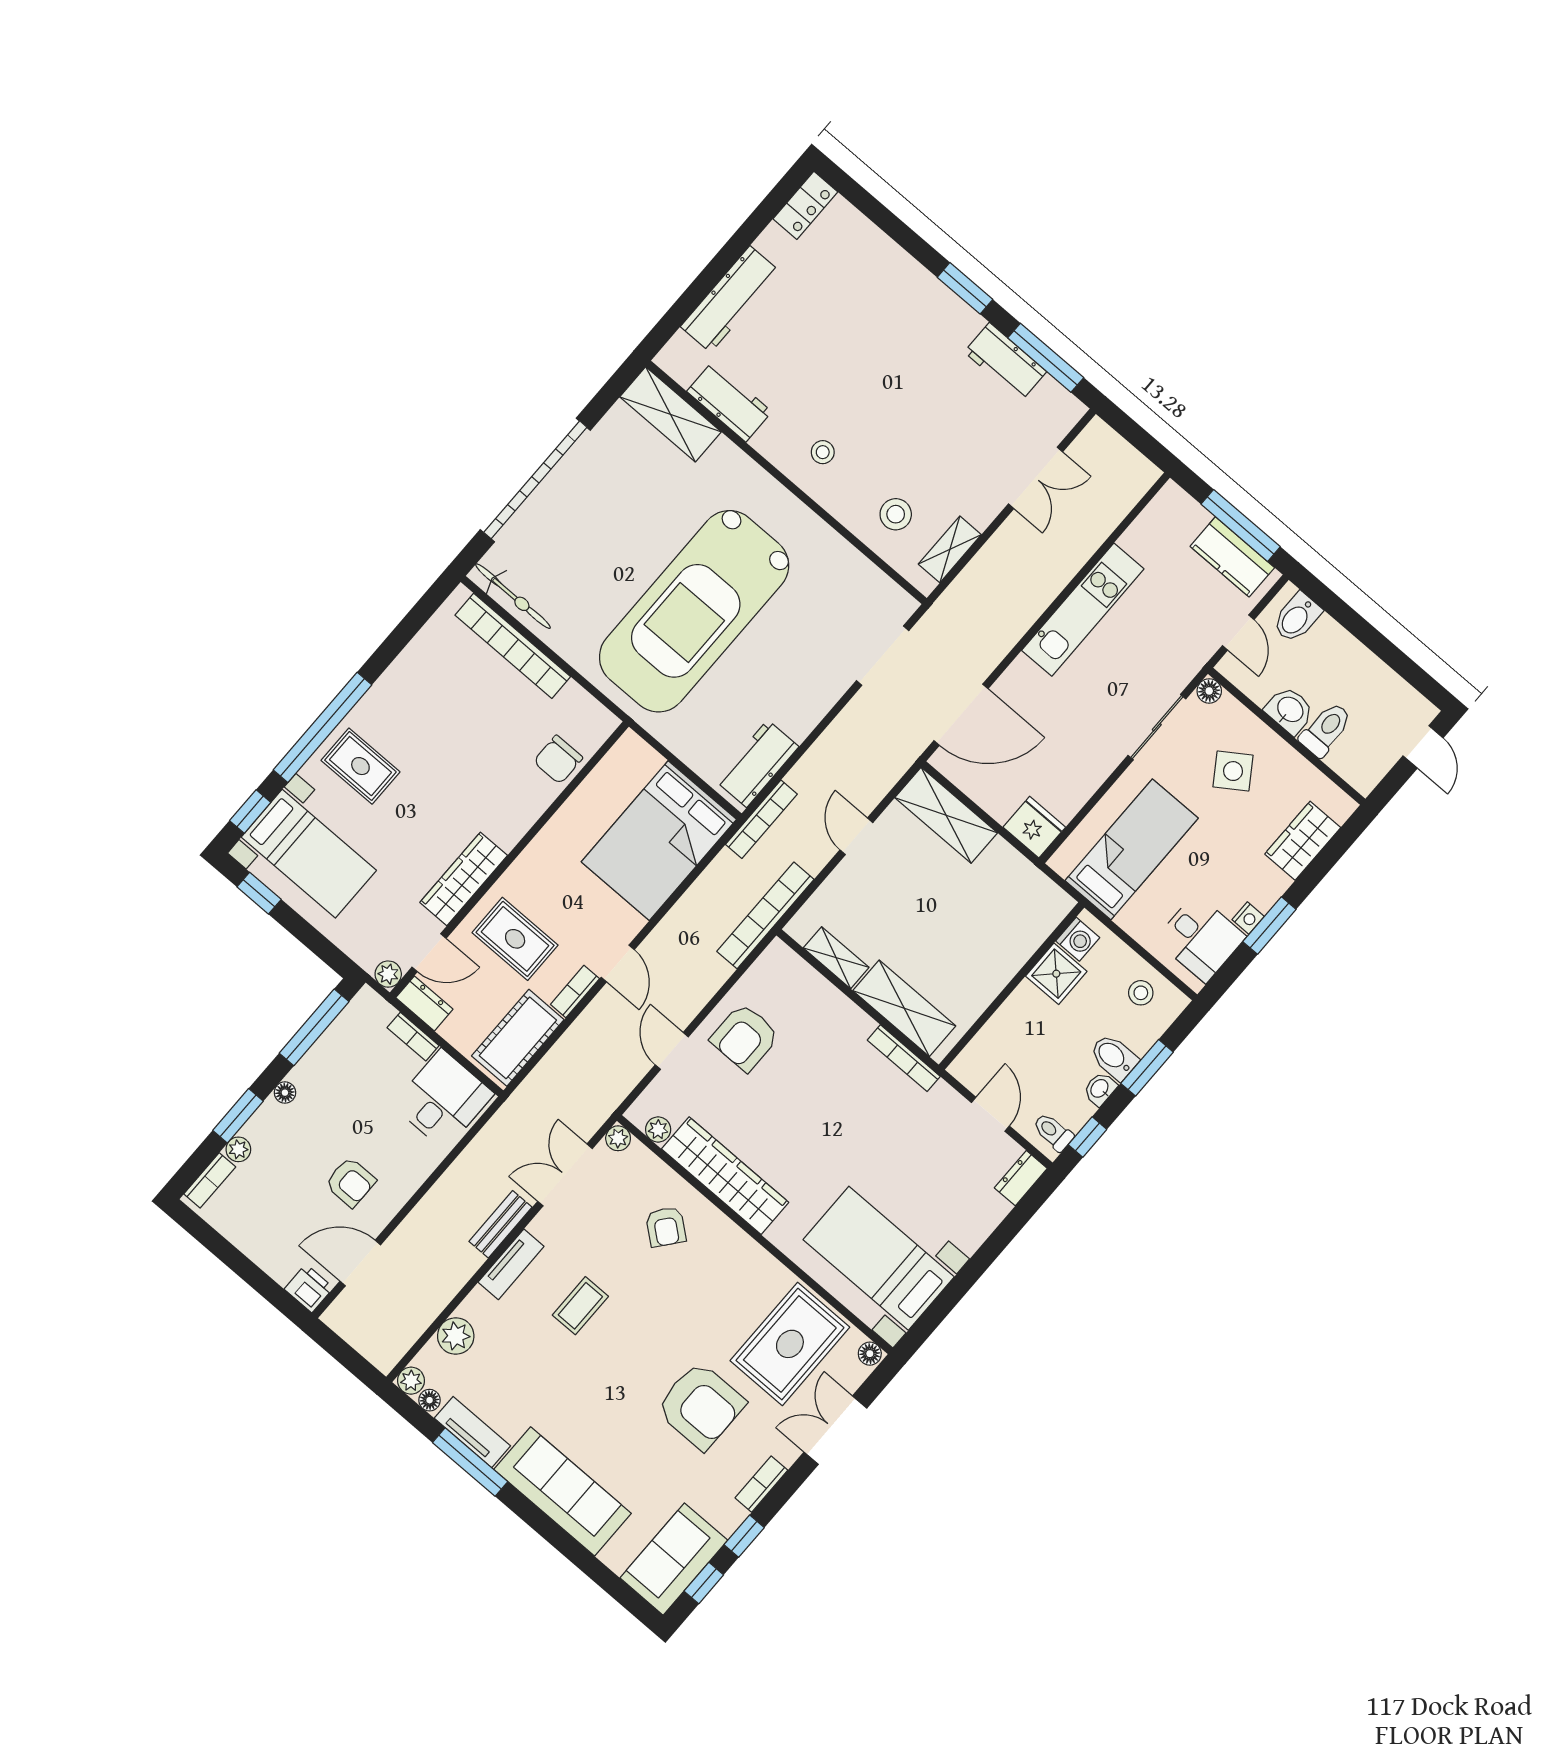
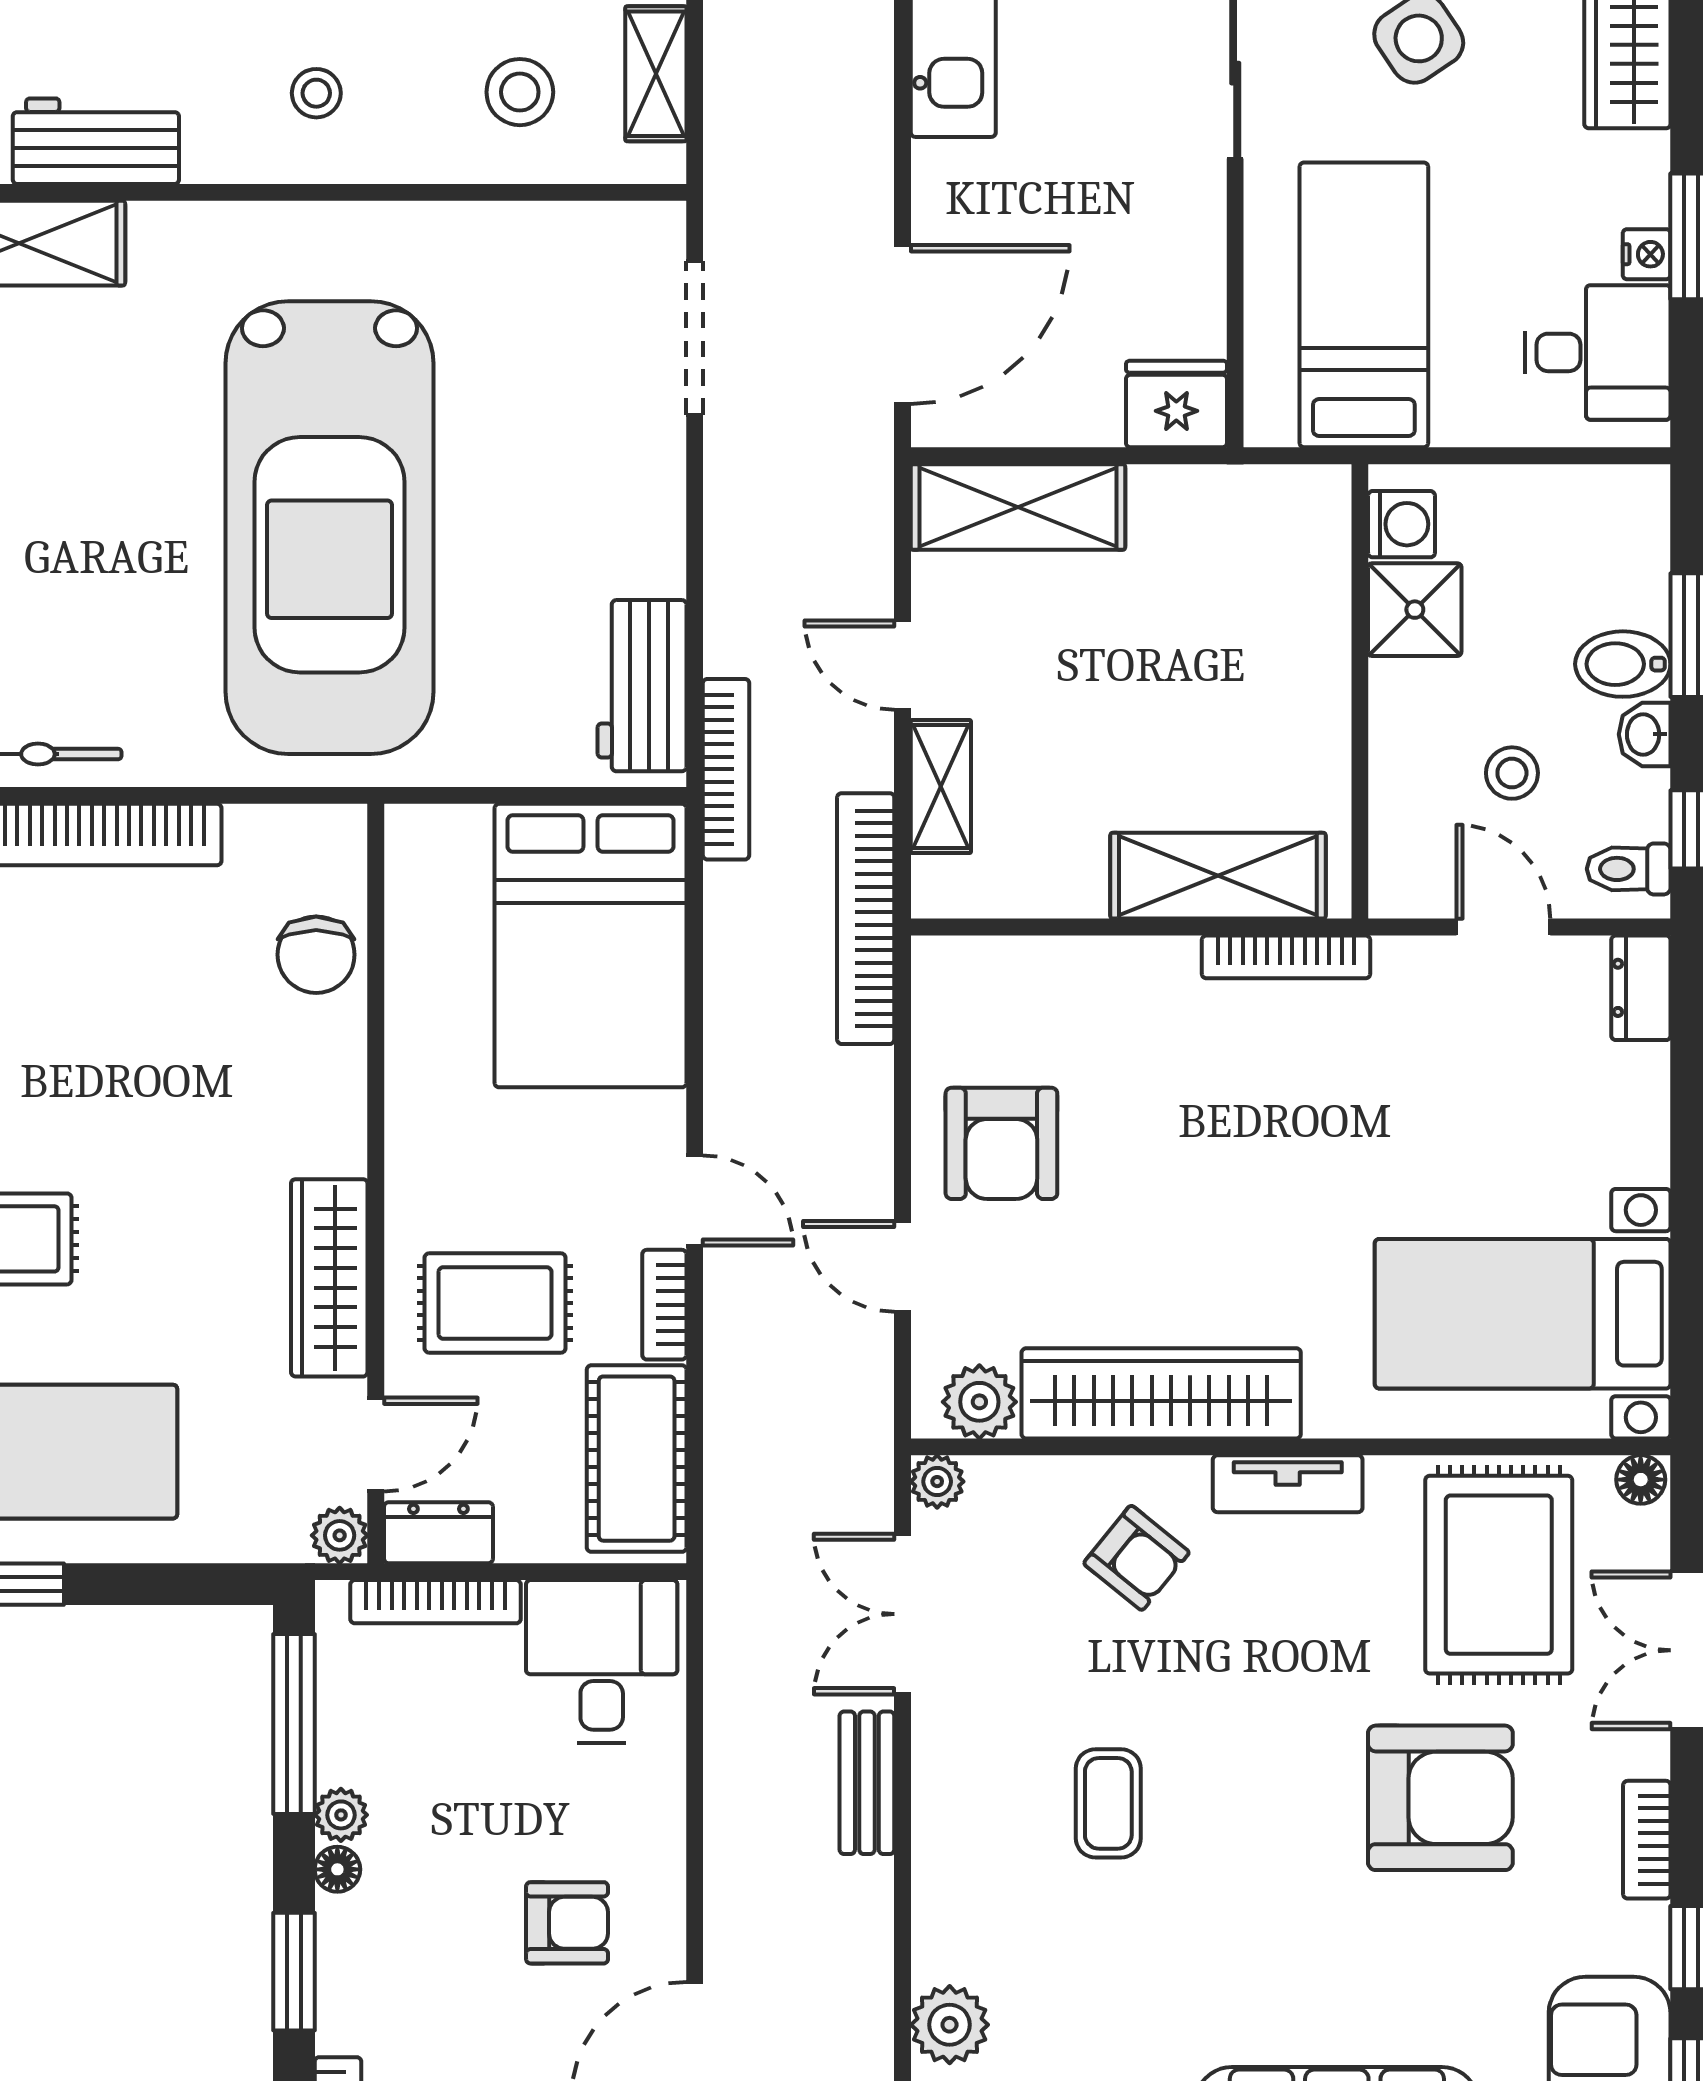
shelving: (836, 958) -> (941, 787), moved, turned 90
stool: (1141, 993) -> (1512, 773), moved
bookcase: (413, 1037) -> (436, 1602), width x1.56
plant: (658, 1129) -> (979, 1402), width x1.38, depth x1.38
plant: (238, 1149) -> (341, 1815), moved
tv unit: (511, 1264) -> (1288, 1484), moved, turned 90

